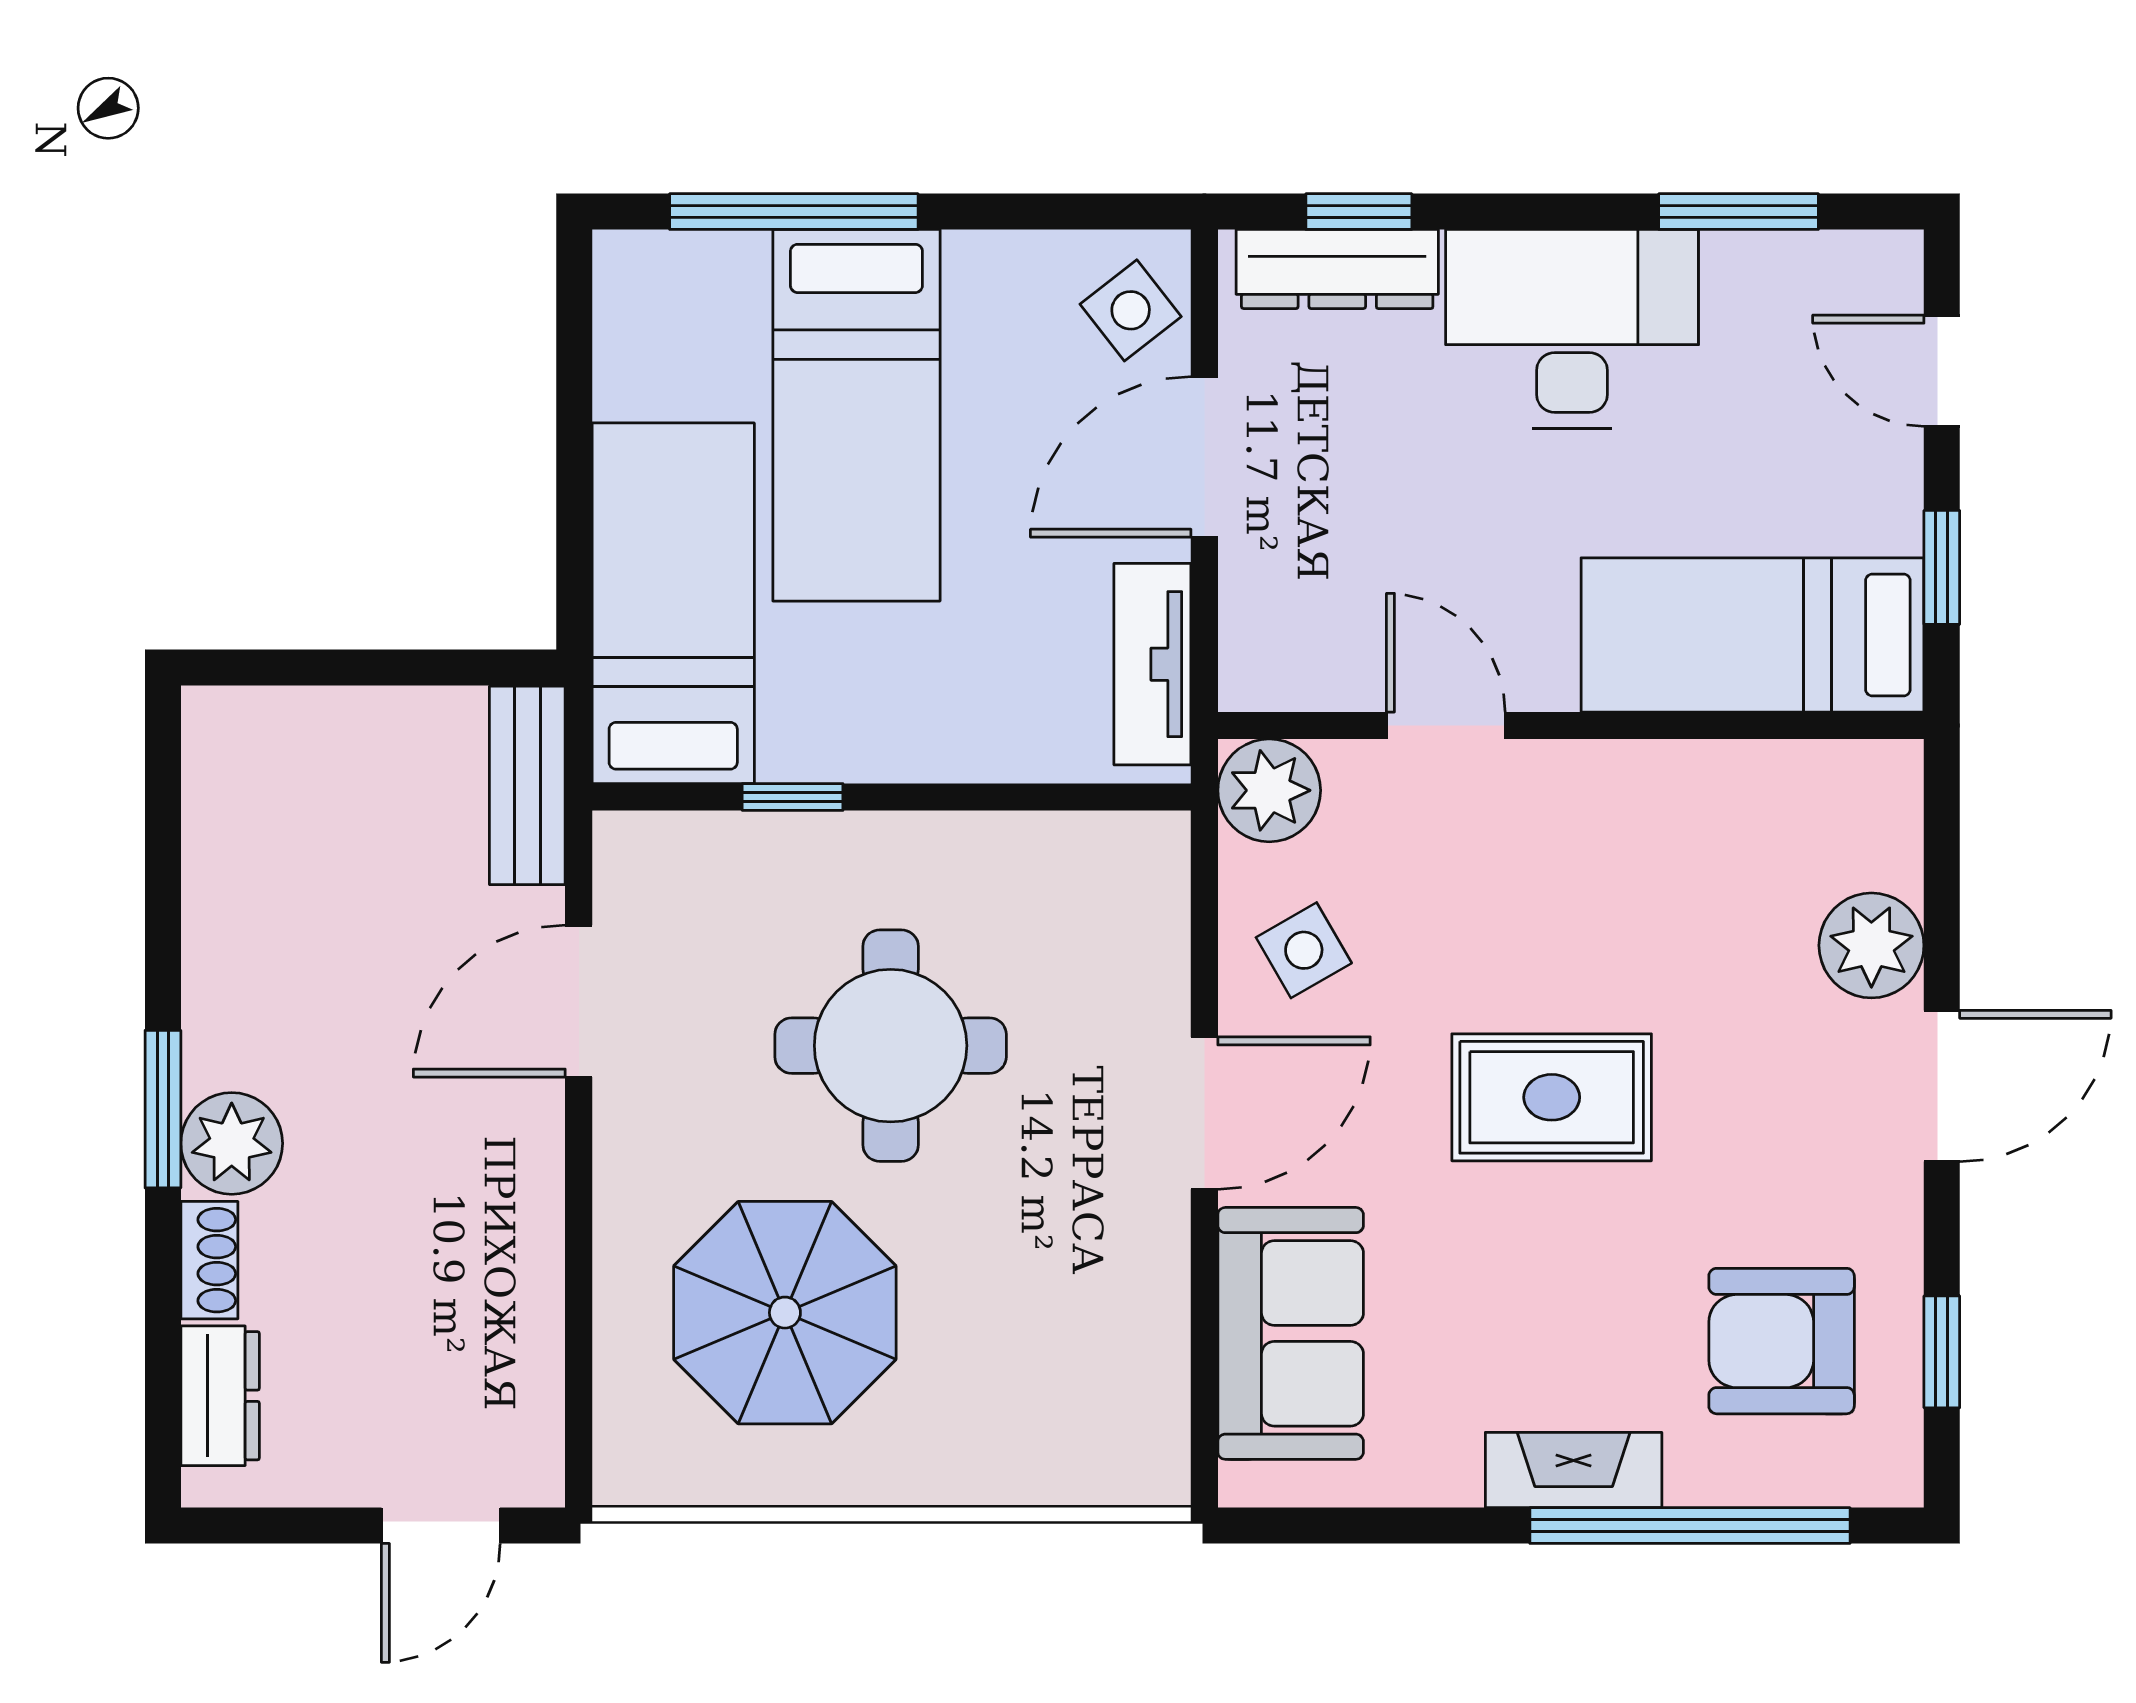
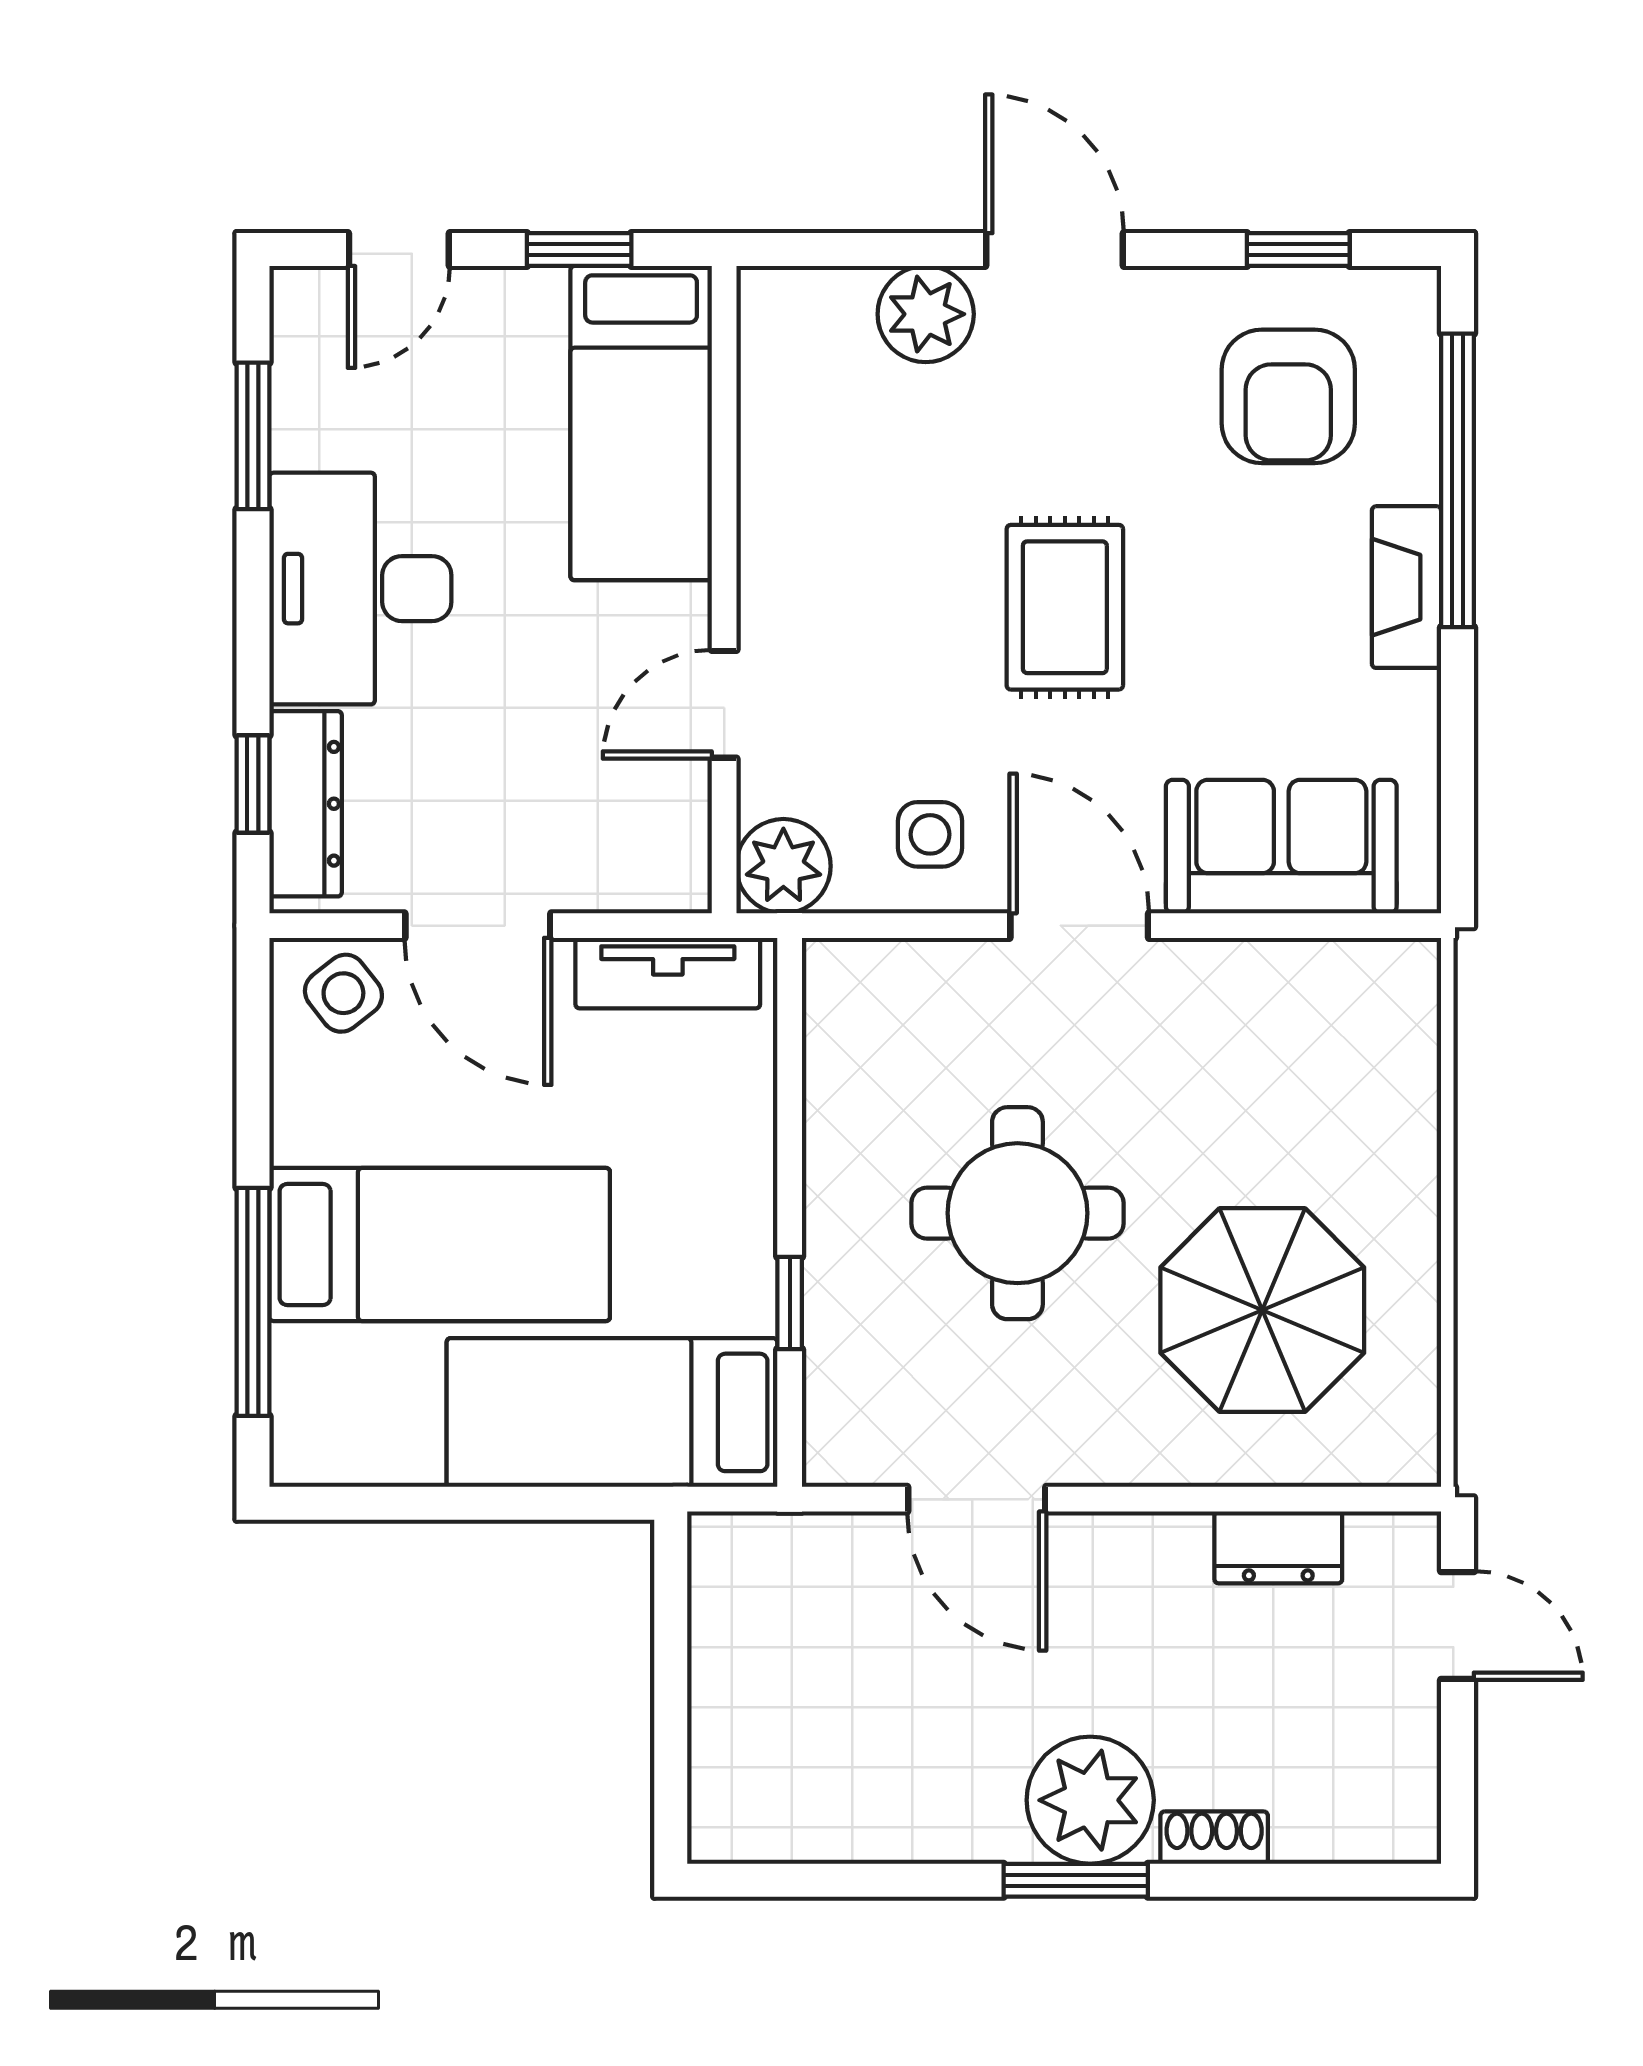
bench: (527, 785) -> (779, 1546), removed
side table: (1304, 950) -> (930, 834), turned 30
plant: (232, 1143) -> (1090, 1800), width x1.36, depth x1.36
dresser: (220, 1396) -> (1278, 1547), moved, turned 180

